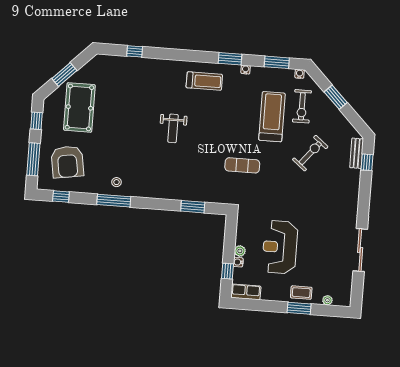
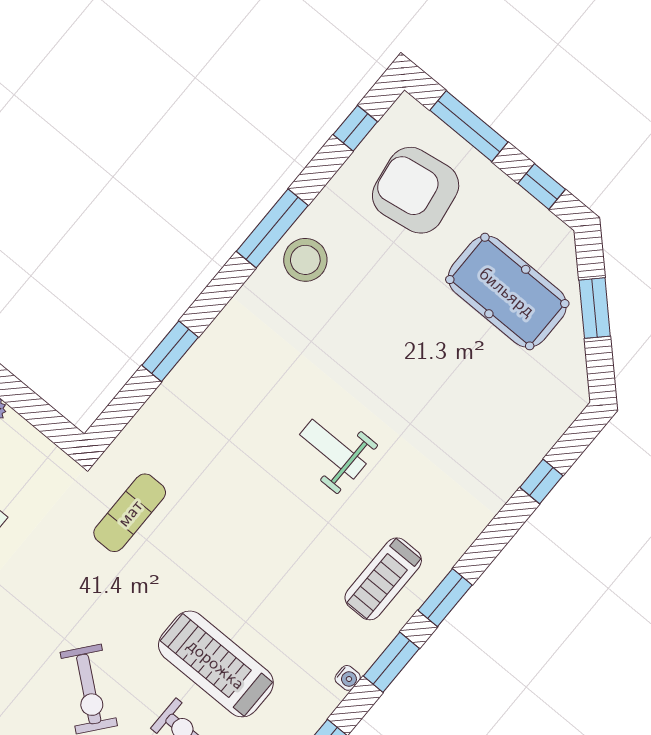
window: (196, 56) -> (445, 598), added
treadmill: (272, 117) -> (216, 664), turned 180
exercise mat: (242, 165) -> (130, 513), moved
stool: (116, 182) -> (305, 260), width x1.89, depth x1.89
window: (193, 207) -> (170, 351), moved

